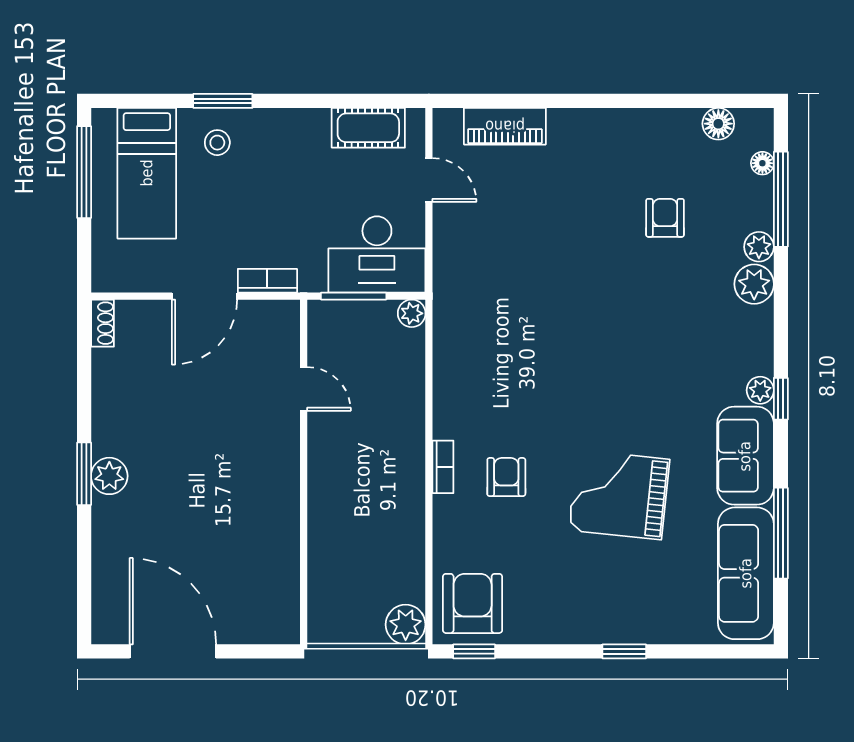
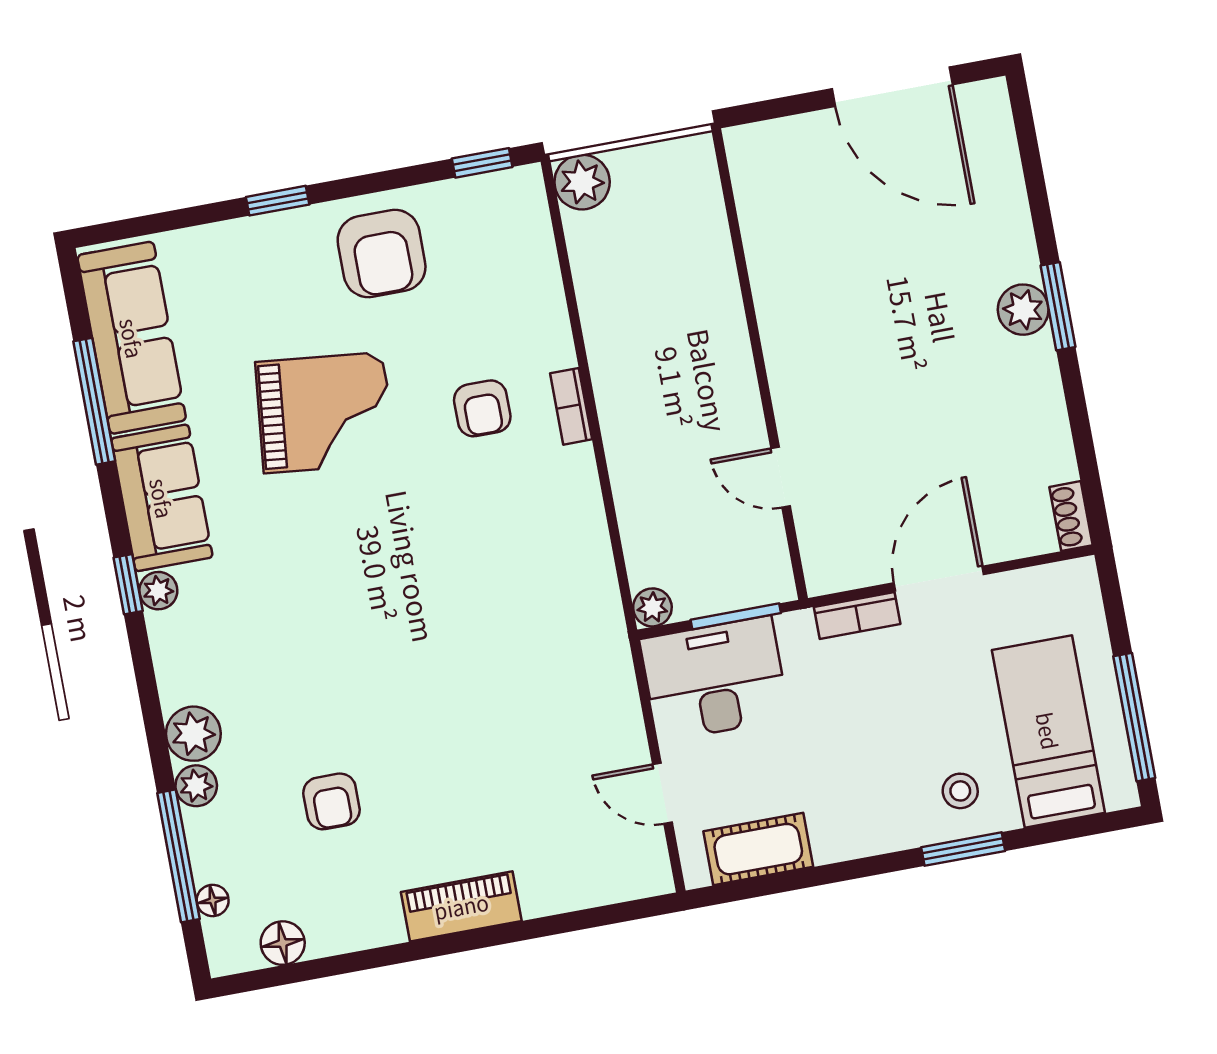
piano: (505, 126) -> (461, 906), moved
armchair: (473, 603) -> (382, 254), moved

